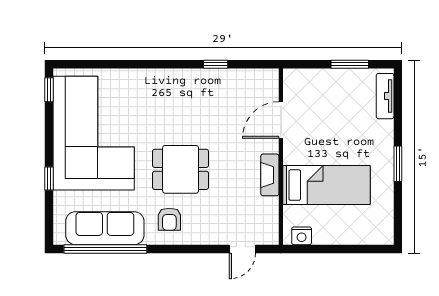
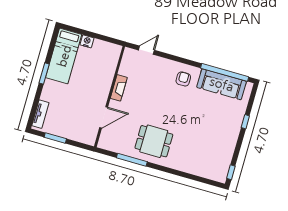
window: (216, 64) -> (132, 160), width x2.17
corner sofa: (94, 133) -> (212, 140), removed
dining table: (181, 169) -> (154, 141), moved
bed: (327, 185) -> (64, 56), moved, turned -90
nightstand: (302, 236) -> (87, 41), moved

